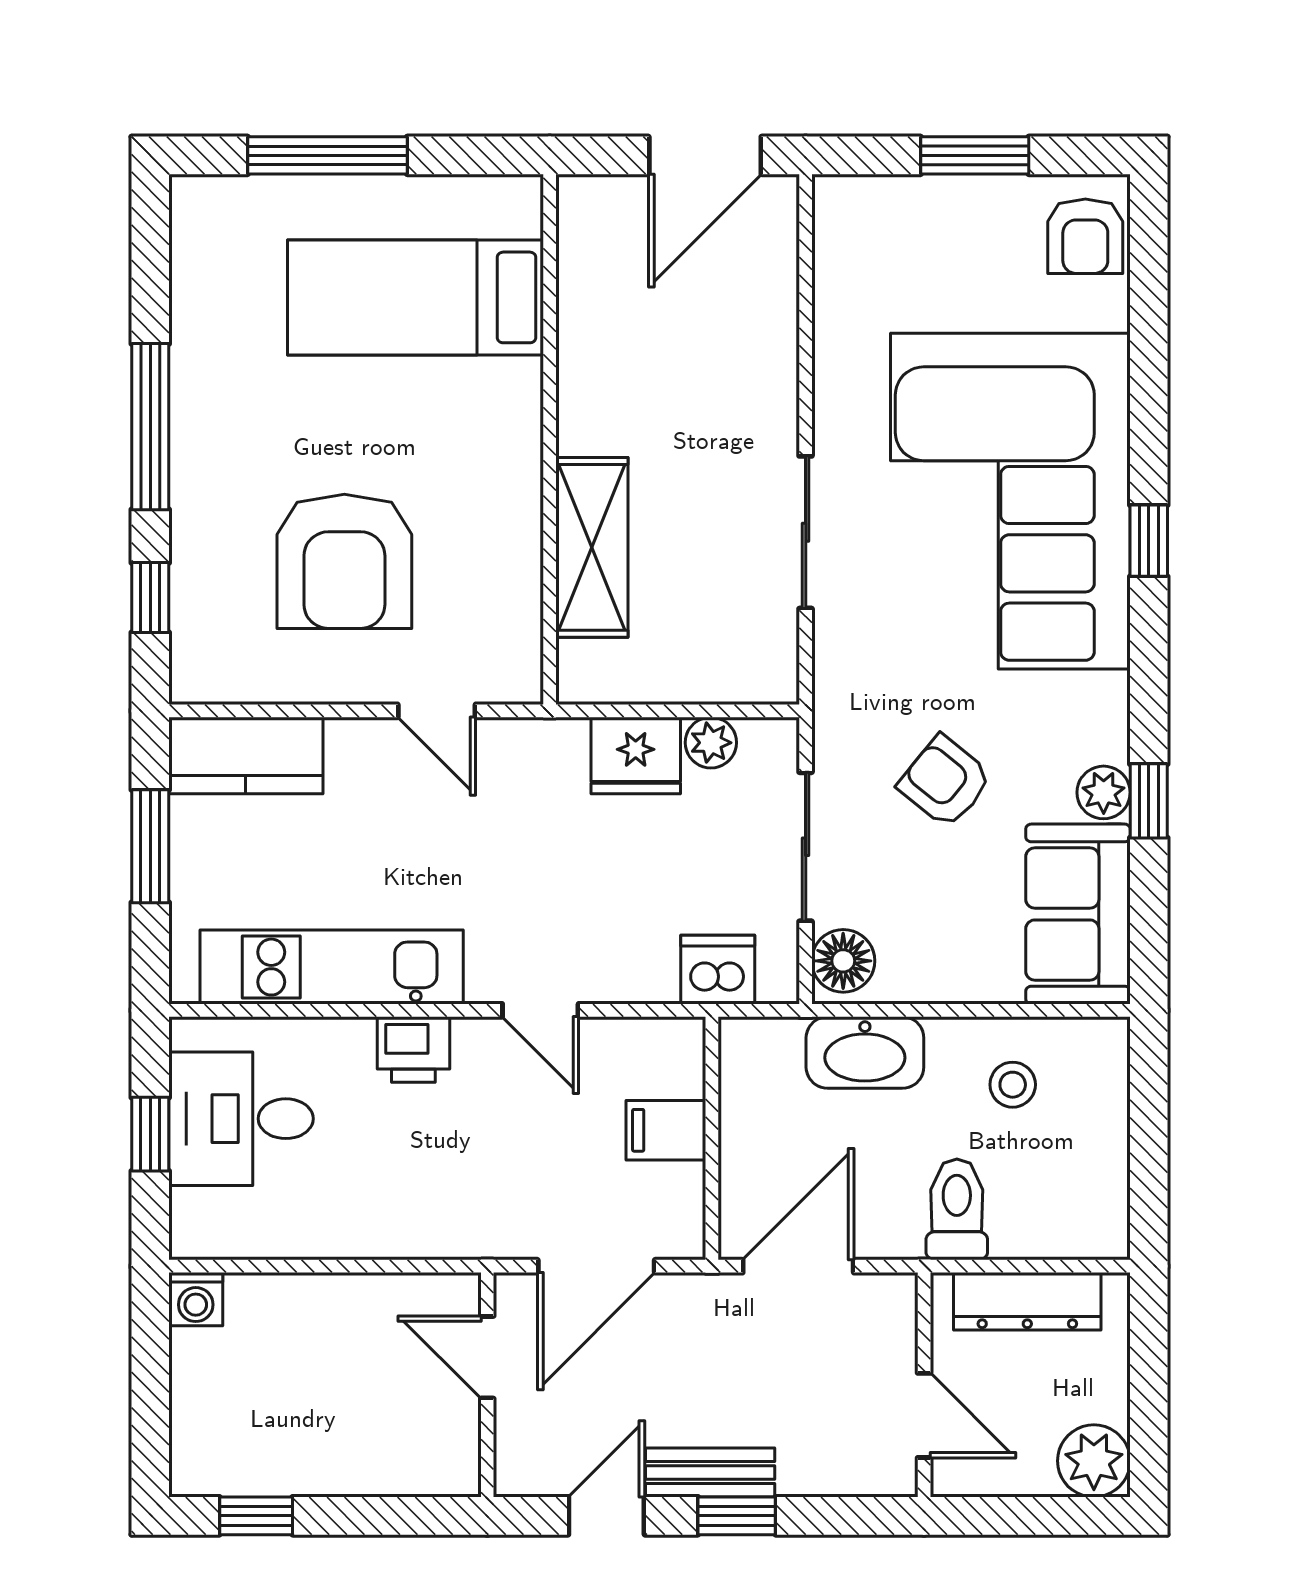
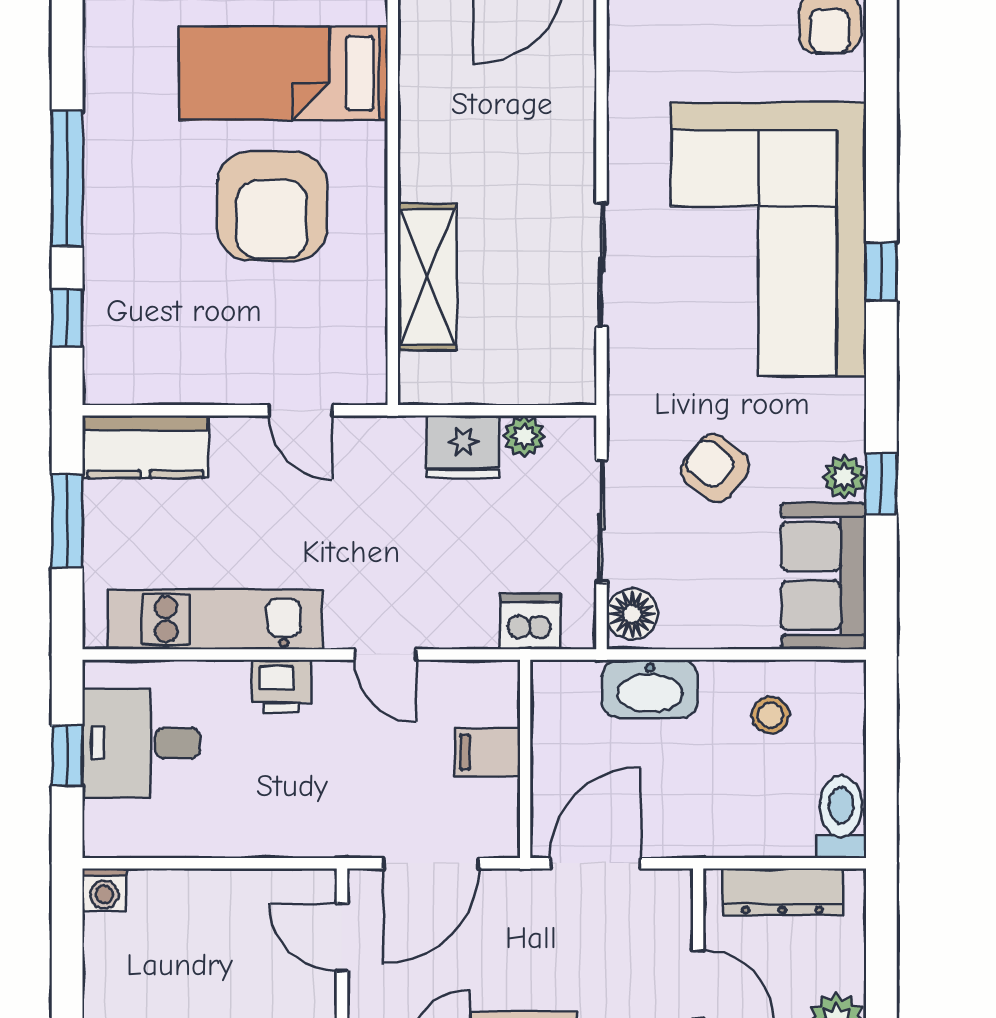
armchair: (344, 561) -> (272, 206), moved
toilet: (957, 1209) -> (841, 817), moved

